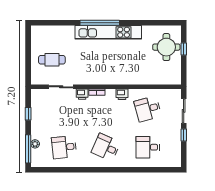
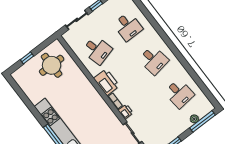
round table: (166, 47) -> (52, 65), moved
printer: (122, 94) -> (106, 82), width x1.87, depth x1.48
desk: (106, 147) -> (154, 60), turned -33

